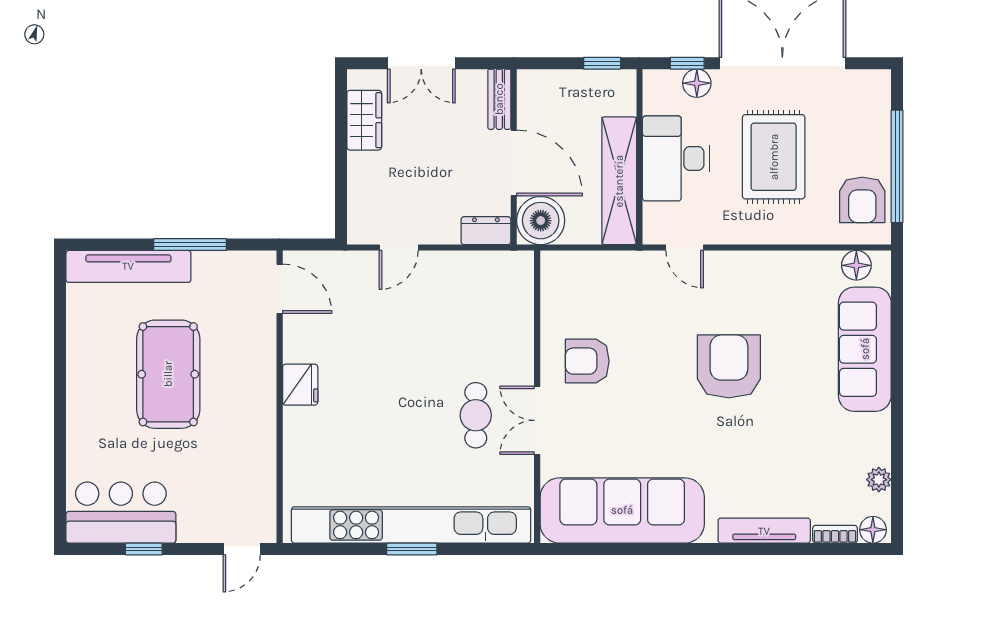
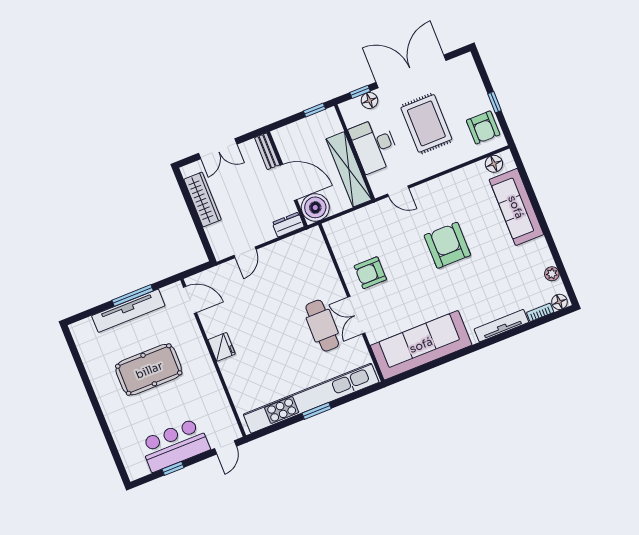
wardrobe: (364, 120) -> (202, 199), width x1.50
window: (897, 166) -> (495, 102), width x0.32
tv unit: (128, 266) -> (128, 311), moved
pool table: (168, 374) -> (149, 370), turned 90
cafe table: (476, 415) -> (322, 326), width x1.37, depth x1.35
bar counter: (121, 513) -> (175, 445), moved

